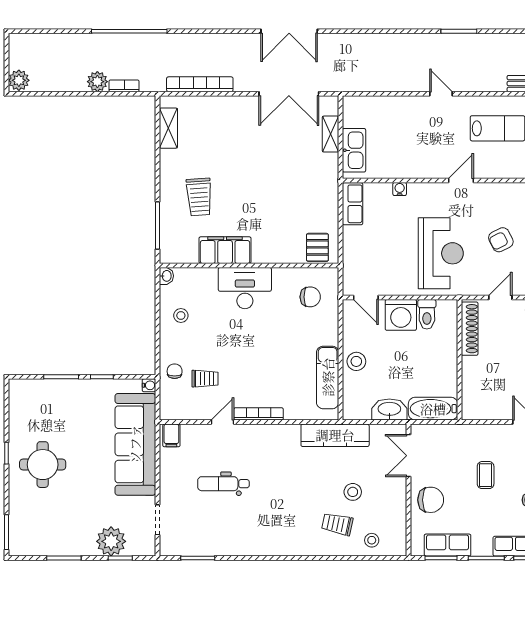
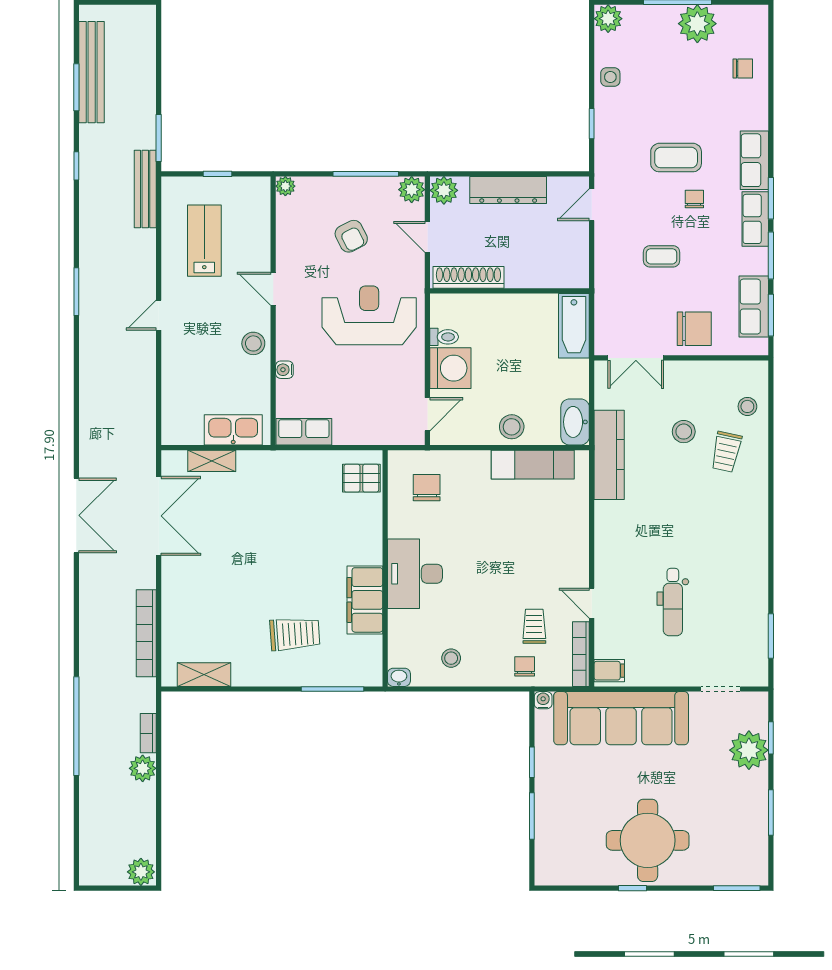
stool: (420, 166) -> (253, 343), added
toilet: (427, 314) -> (444, 337), width x0.73, depth x0.72
chair: (175, 371) -> (525, 666), turned 90
washbasin: (389, 409) -> (575, 422), moved
bookcase: (259, 414) -> (581, 654), moved
round table: (43, 465) -> (648, 840), width x1.36, depth x1.36
chair: (431, 500) -> (694, 329), turned 90

